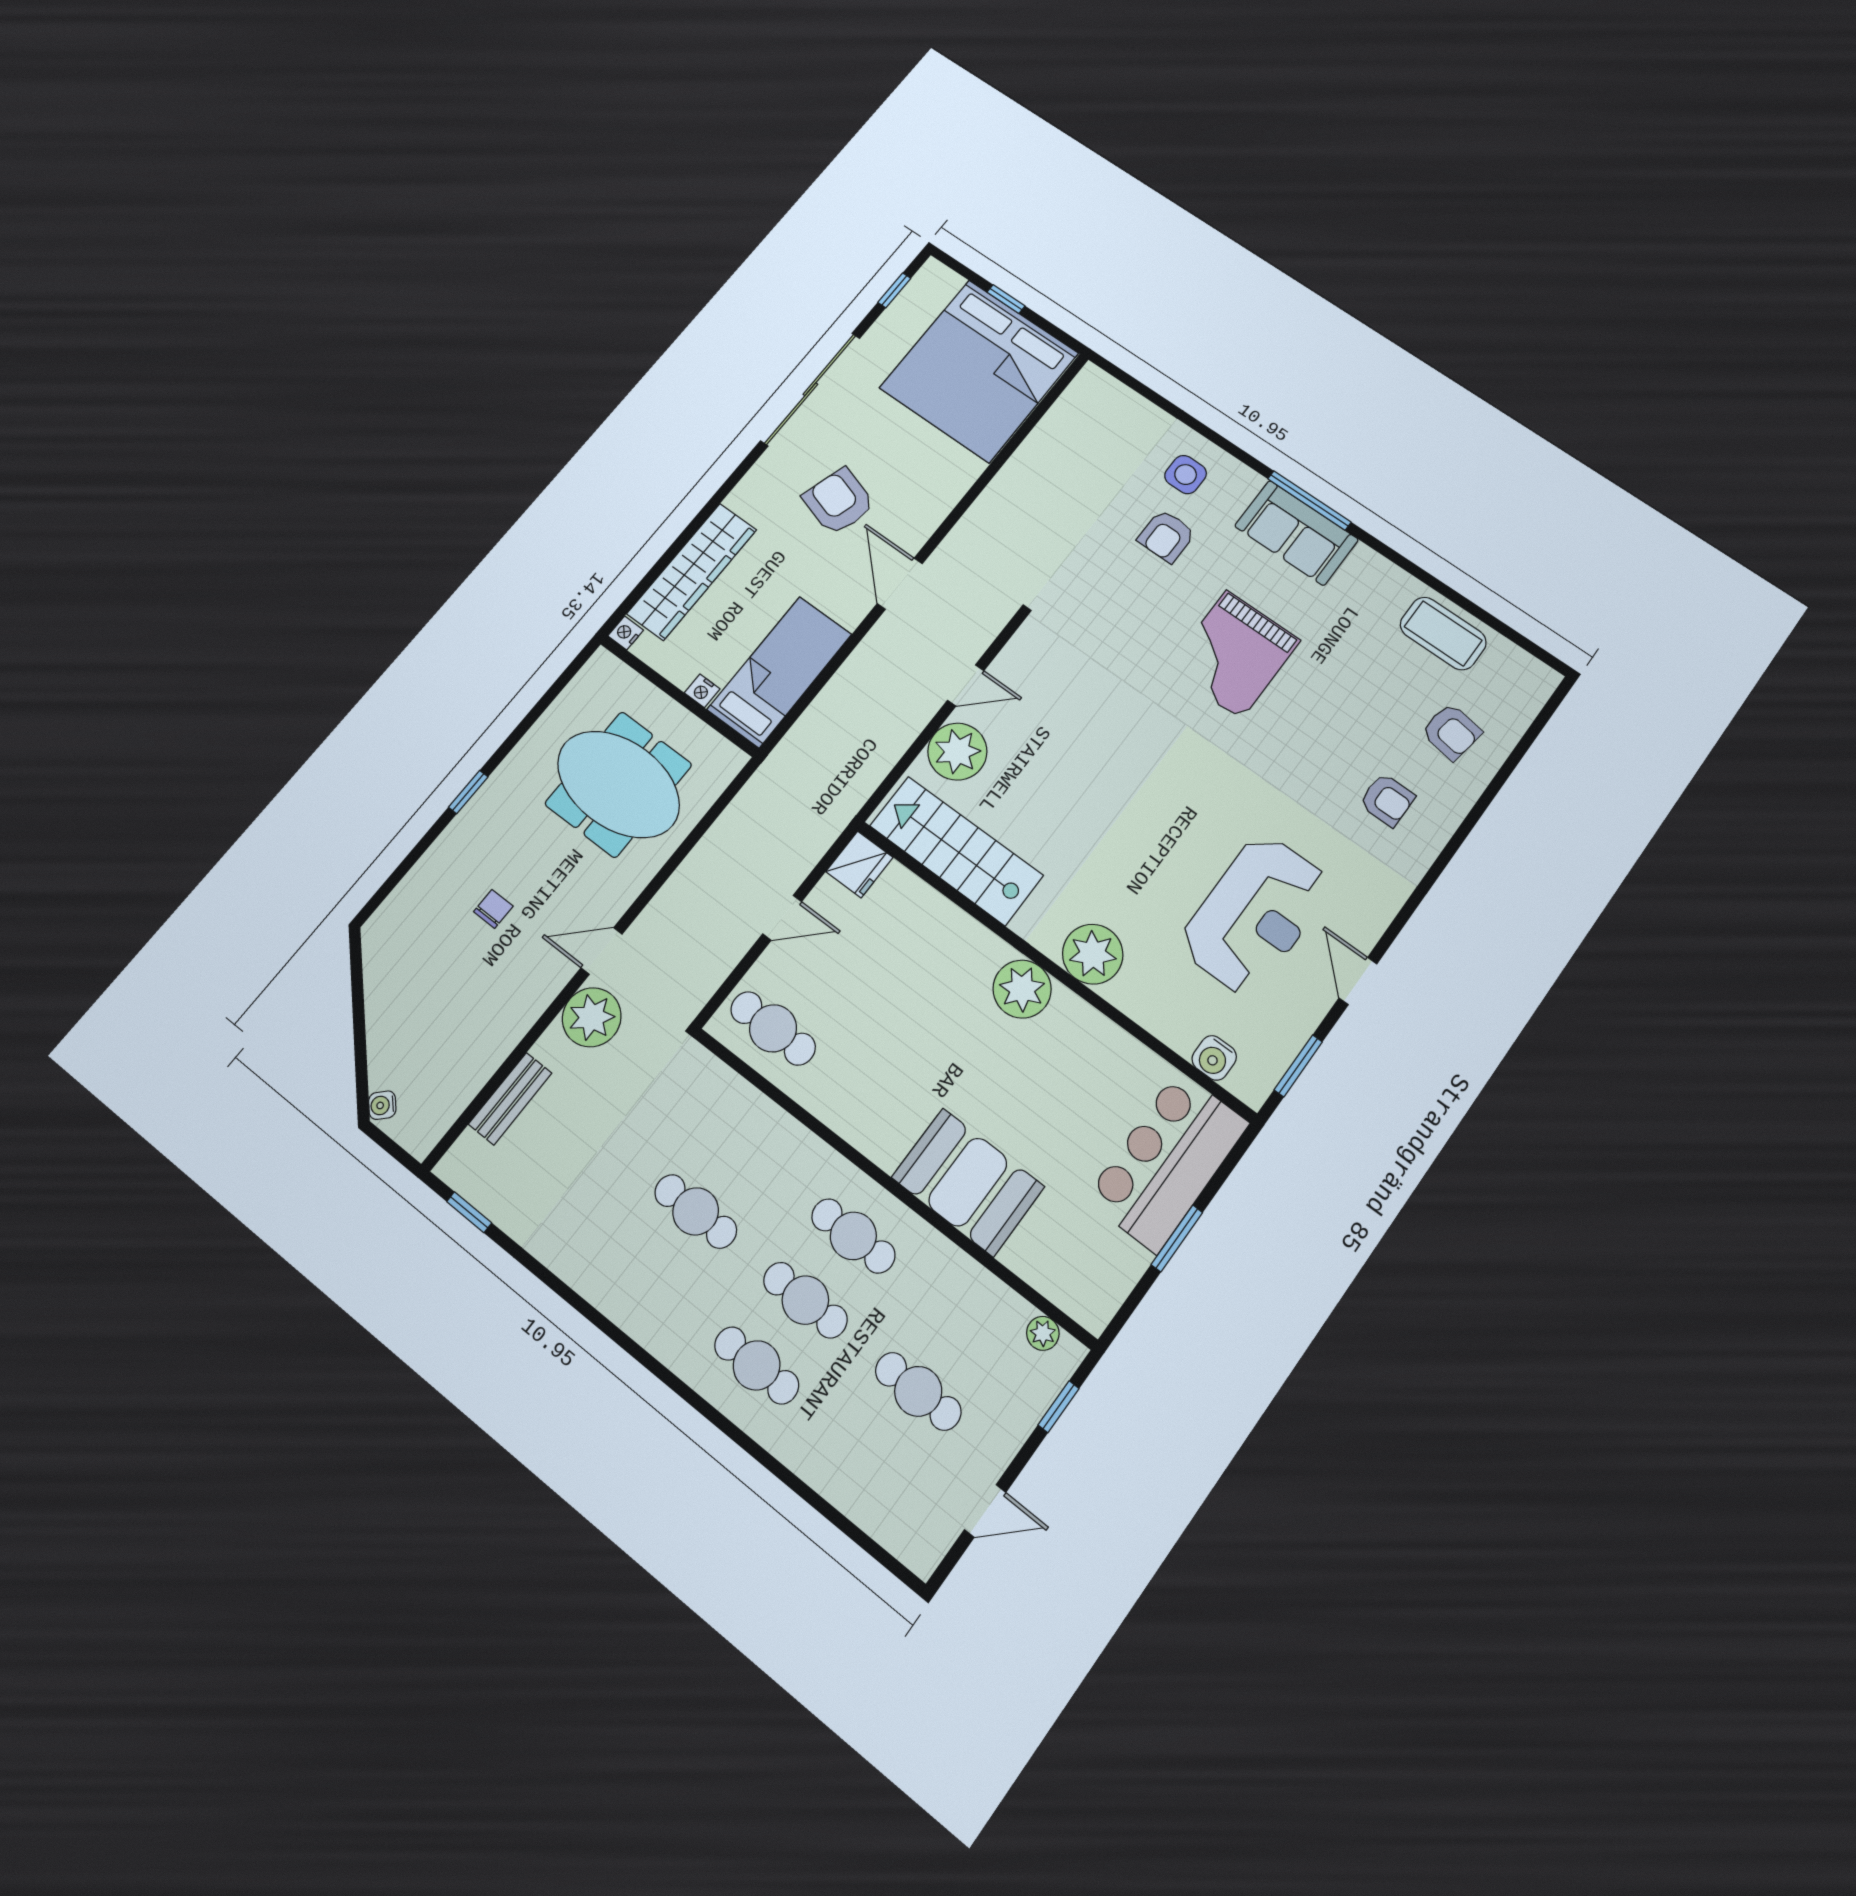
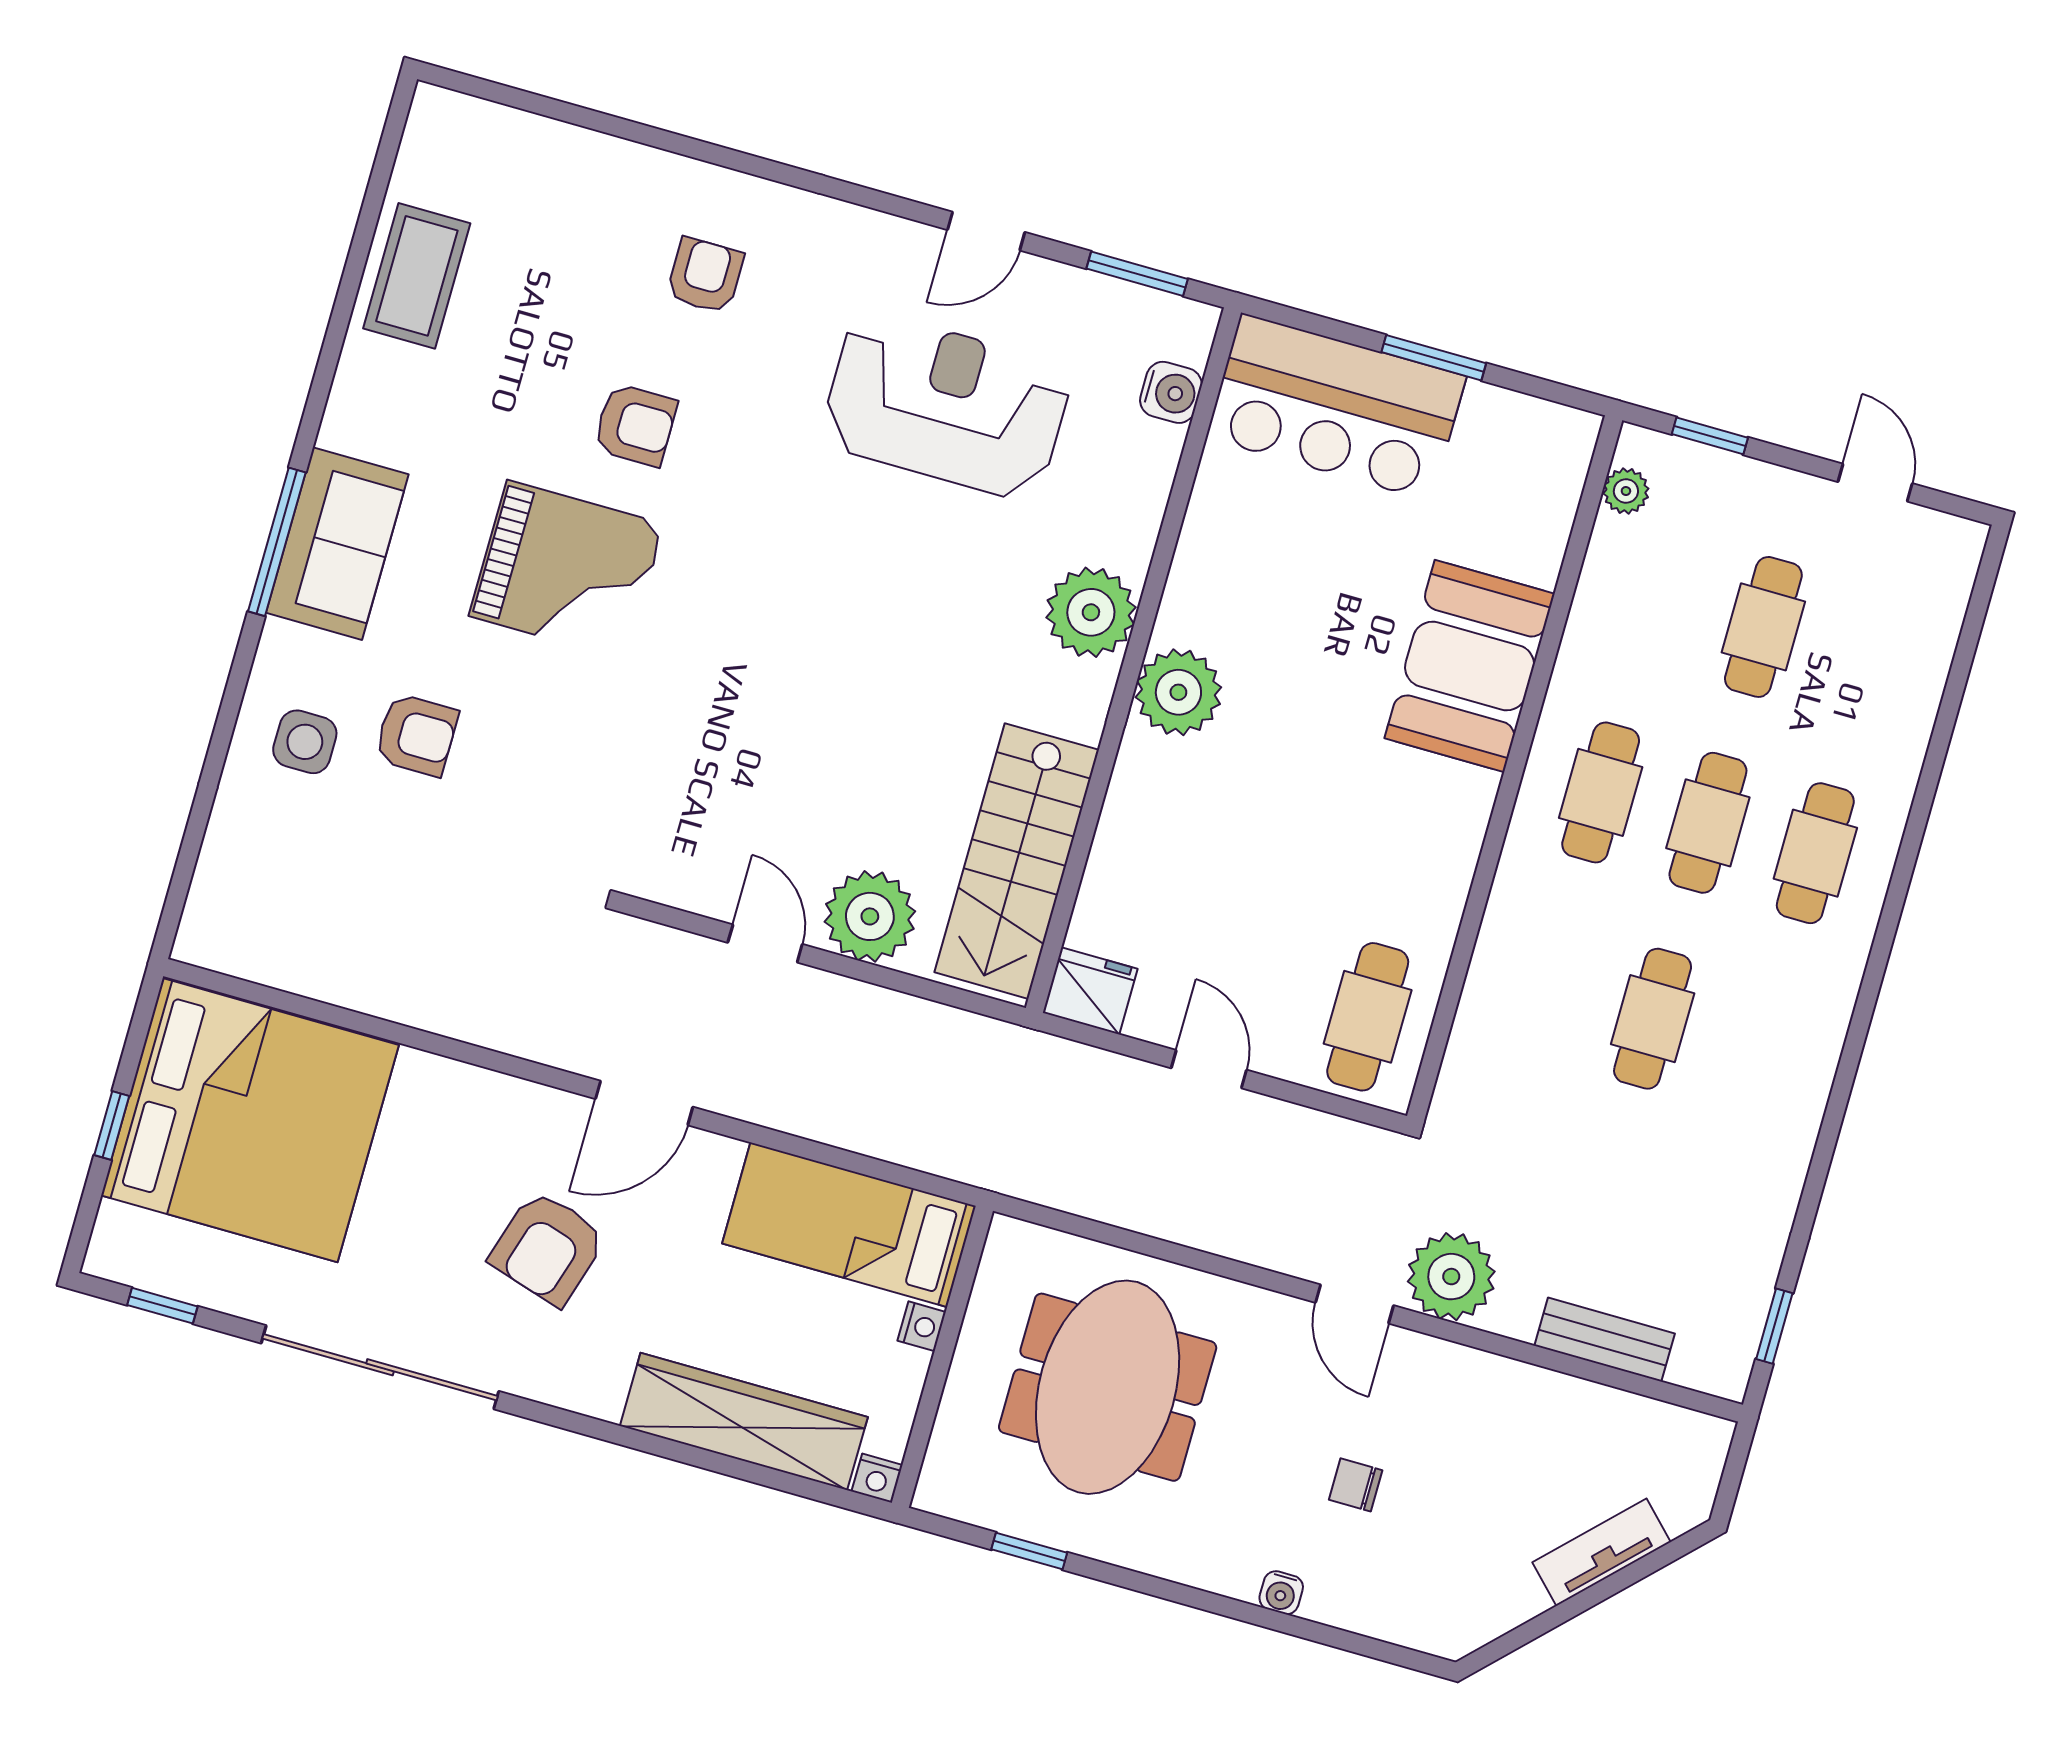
armchair: (1451, 732) -> (635, 425), moved, turned 81
window: (468, 792) -> (1029, 1551), moved
tv unit: (383, 1044) -> (1601, 1552), added
water cooler: (382, 1105) -> (1281, 1593), moved, turned 45

